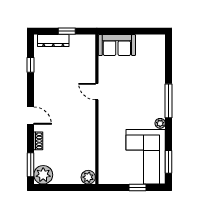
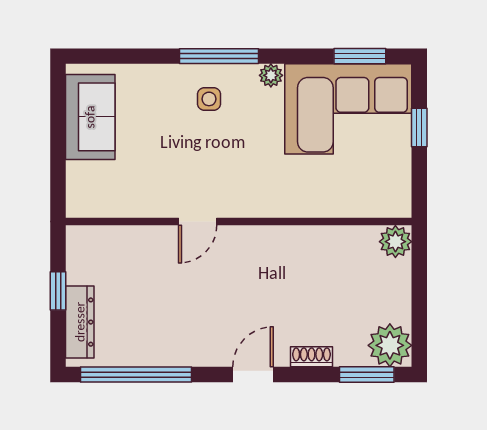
sofa: (117, 45) -> (90, 117), moved
window: (31, 65) -> (136, 375), width x3.17
side table: (150, 96) -> (209, 99), added

